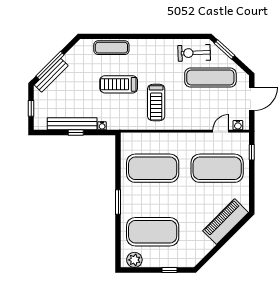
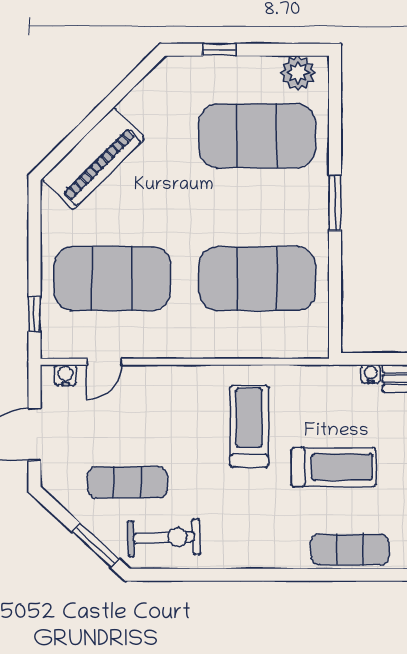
exercise mat: (210, 78) -> (127, 482), width x0.73, depth x0.69

